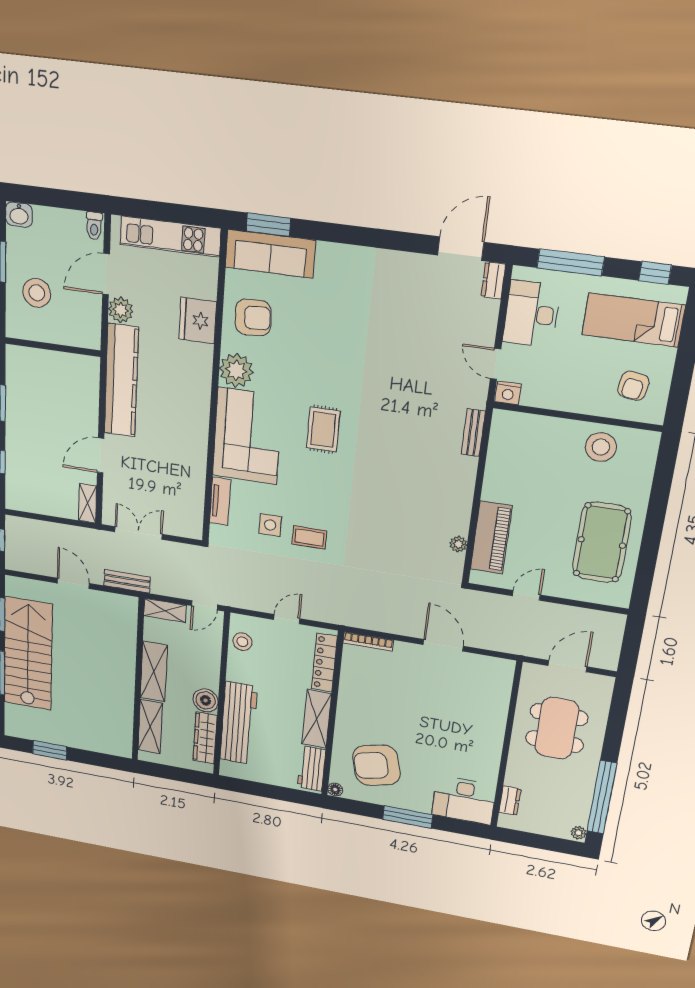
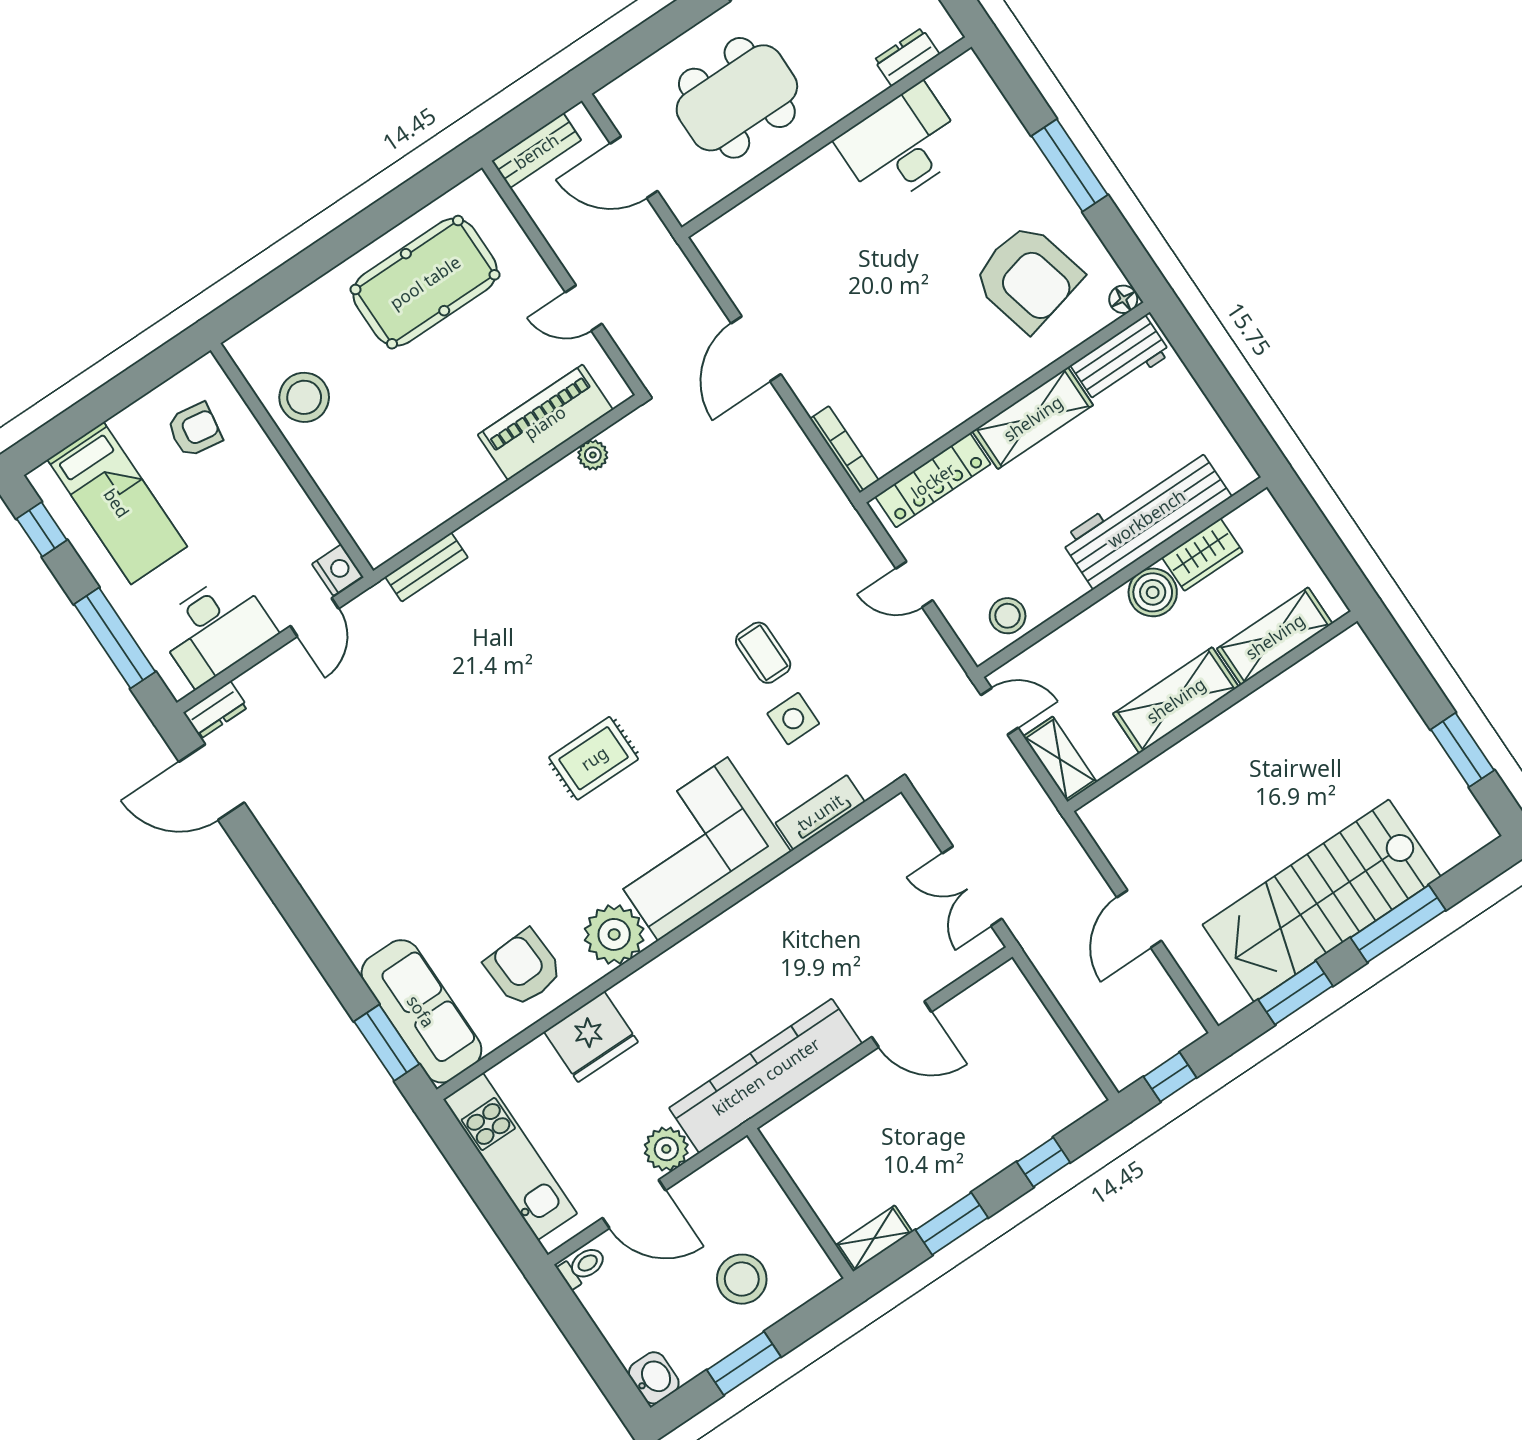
shelving: (88, 503) -> (874, 1239), moved
bench: (127, 581) -> (536, 151), moved, turned 90
wardrobe: (205, 738) -> (1202, 555), width x0.67
desk: (464, 800) -> (901, 146), moved, turned -90

